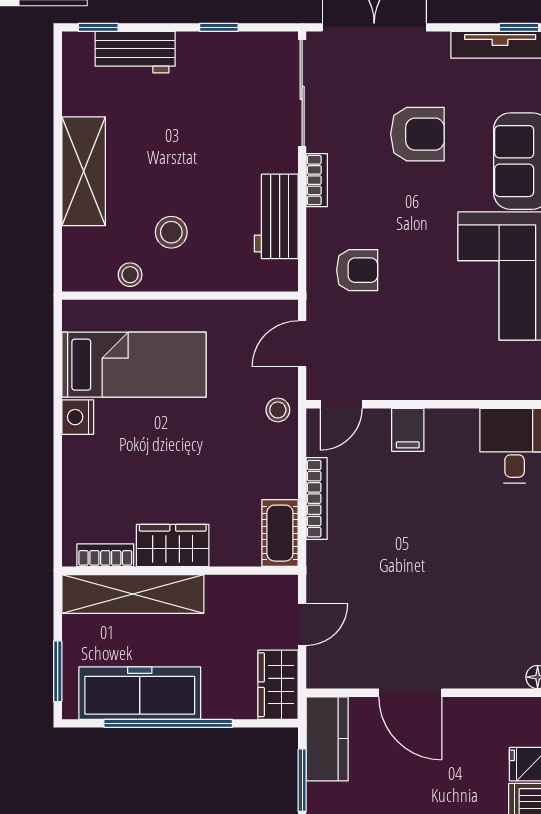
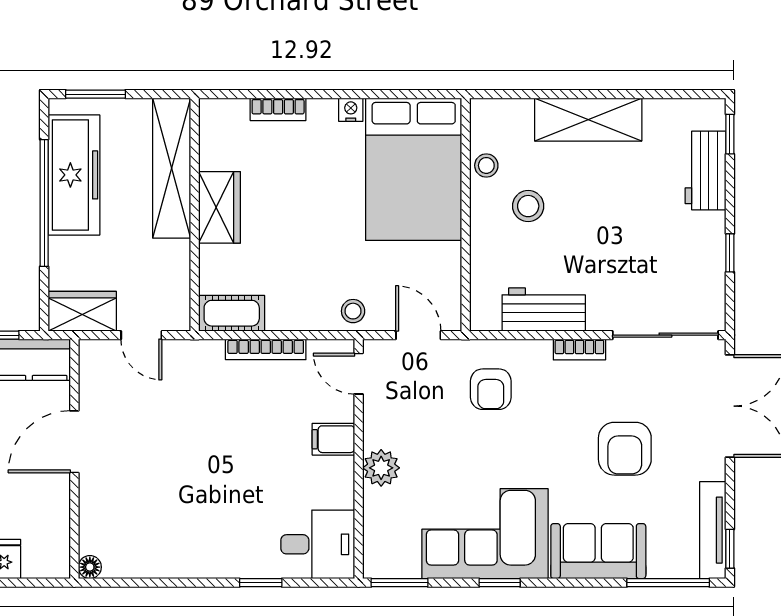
bed: (134, 365) -> (414, 169), width x1.50
plant: (437, 381) -> (381, 468), added
nightstand: (78, 417) -> (351, 110), width x0.72, depth x0.74
bookcase: (105, 555) -> (278, 109), moved, turned 90

